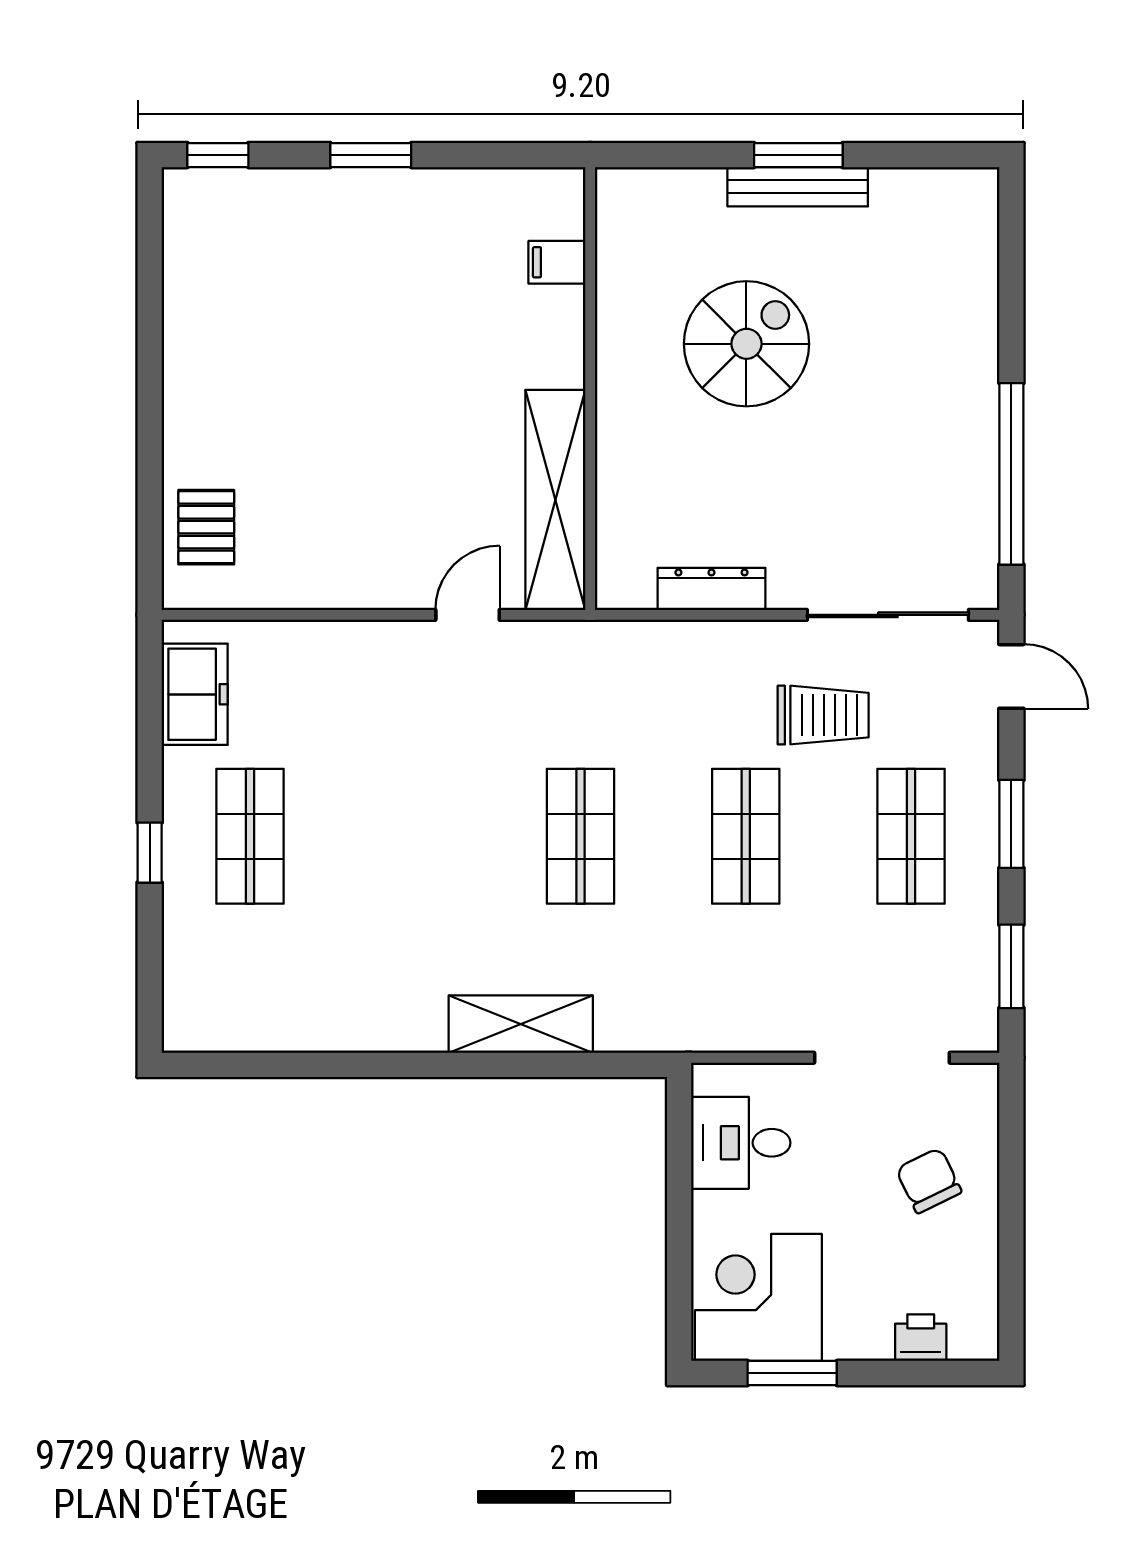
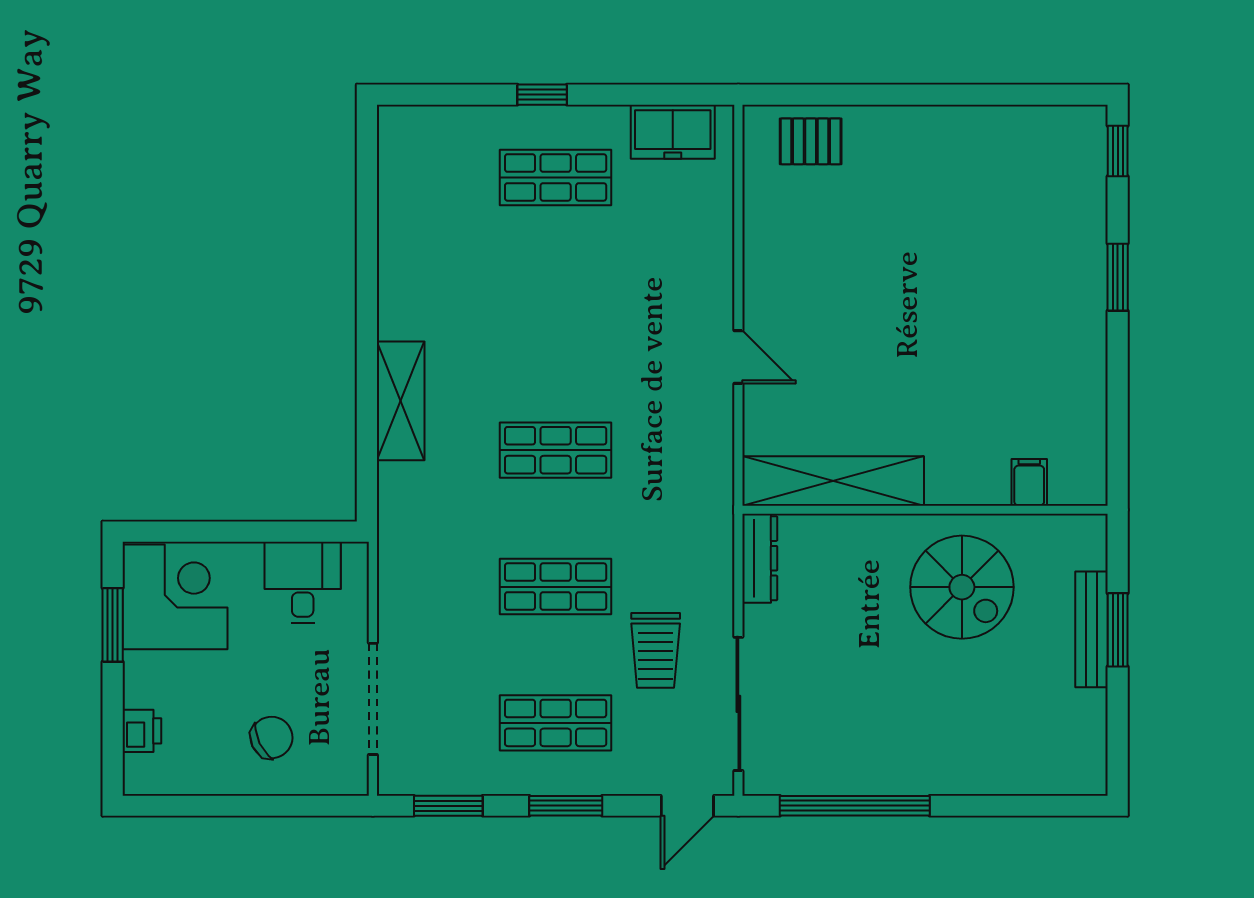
filing cabinet: (557, 262) -> (1029, 482), moved
wall: (590, 389) -> (925, 510), moved
shelving: (555, 500) -> (833, 481), moved

